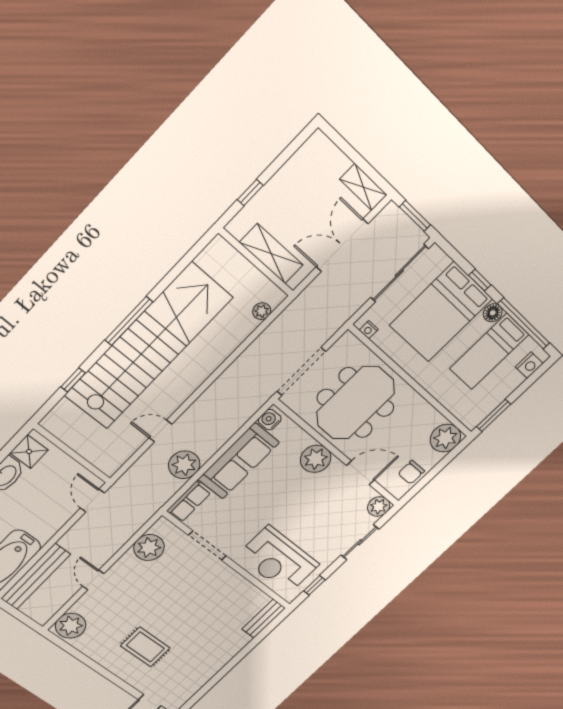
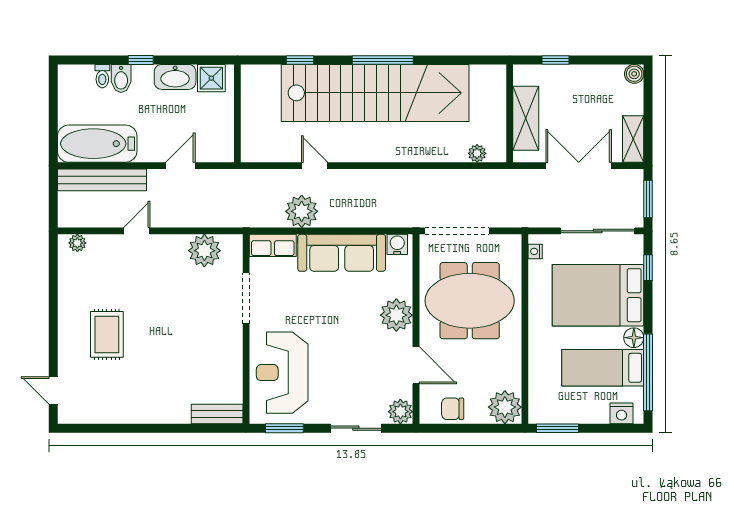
boiler: (318, 141) -> (634, 74), added
window: (480, 280) -> (648, 268), moved
door: (92, 501) -> (180, 166), moved
window: (314, 585) -> (284, 428), width x1.50
plant: (71, 626) -> (77, 243), width x0.53, depth x0.53

